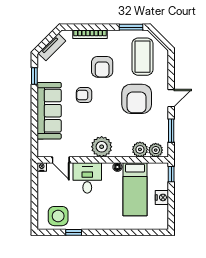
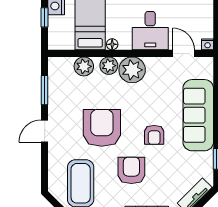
armchair: (84, 95) -> (154, 135), turned 90
armchair: (137, 99) -> (102, 128), moved
plant: (156, 150) -> (109, 66), moved
window: (171, 174) -> (45, 17), moved

